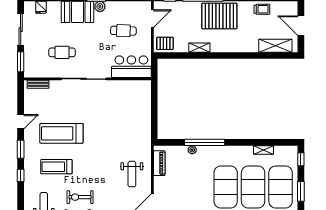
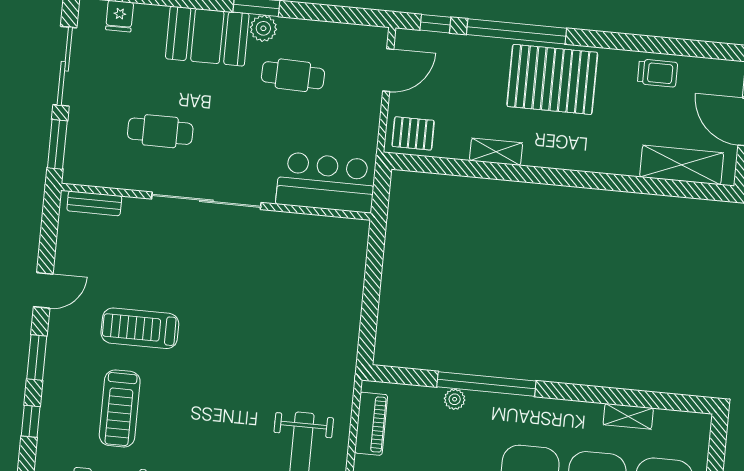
cafe table: (123, 31) -> (293, 75), moved
treadmill: (61, 133) -> (140, 328), width x0.73, depth x0.73
window: (301, 159) -> (717, 448), removed
treadmill: (56, 167) -> (120, 408), turned -90

